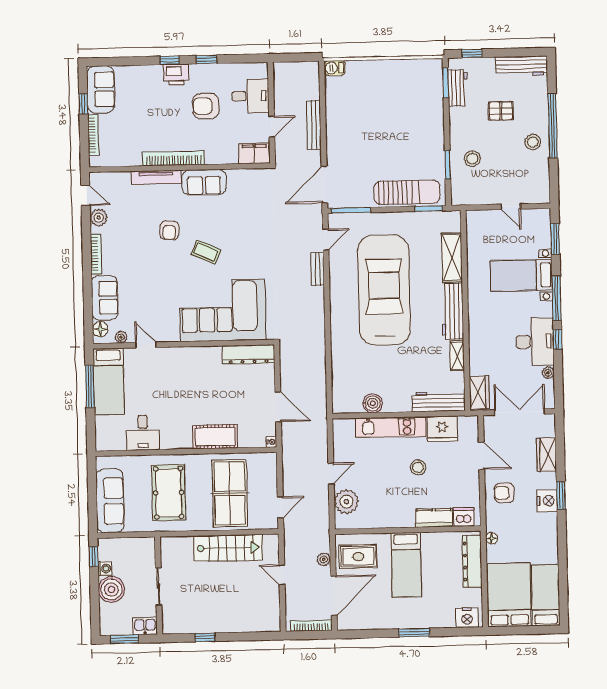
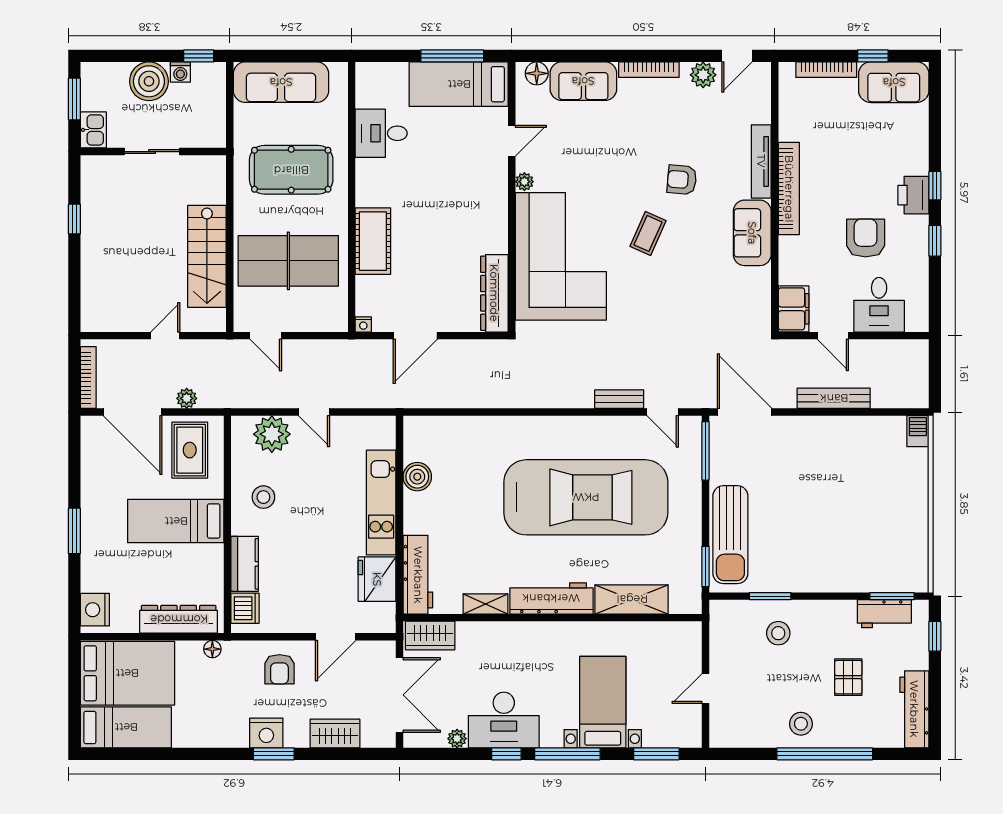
plant: (121, 337) -> (524, 182), moved
stool: (418, 467) -> (263, 497), moved
armchair: (504, 493) -> (279, 669), turned 180

